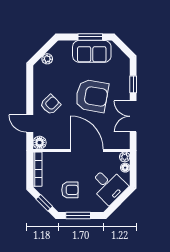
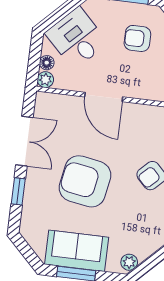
plant: (47, 59) -> (129, 262), moved
door: (87, 150) -> (104, 97), width x0.73

